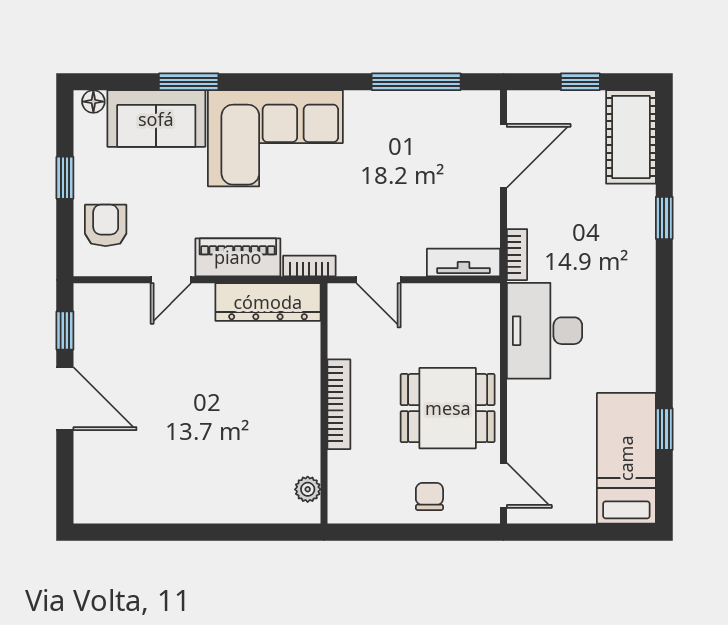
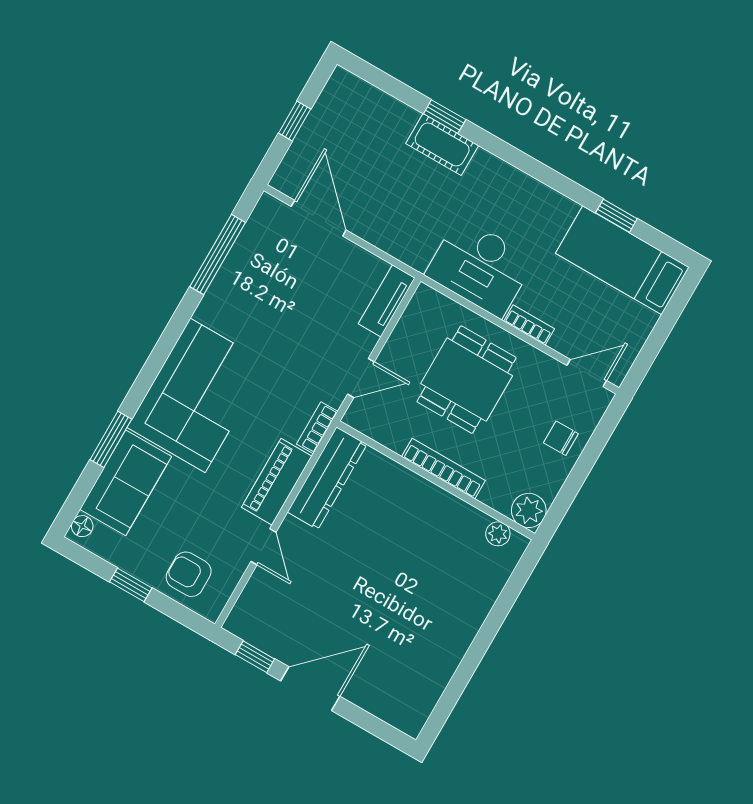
cot: (631, 137) -> (442, 144), moved, width x0.73, depth x0.75
bookcase: (517, 255) -> (529, 325), moved
dining table: (448, 408) -> (467, 380), moved
plant: (346, 505) -> (529, 510), added

